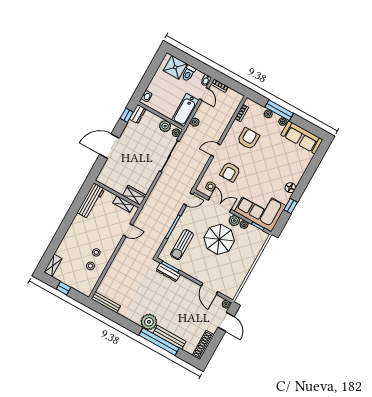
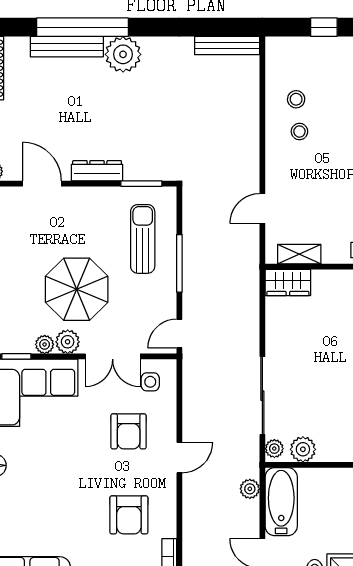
armchair: (230, 172) -> (129, 431), turned 180
dresser: (168, 272) -> (97, 171), moved

